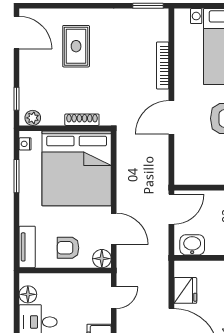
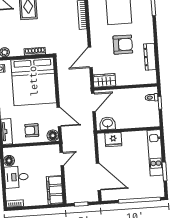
door: (171, 117) -> (90, 57), moved
wardrobe: (192, 175) -> (104, 80), added
fridge: (185, 290) -> (113, 140), moved, turned 90

